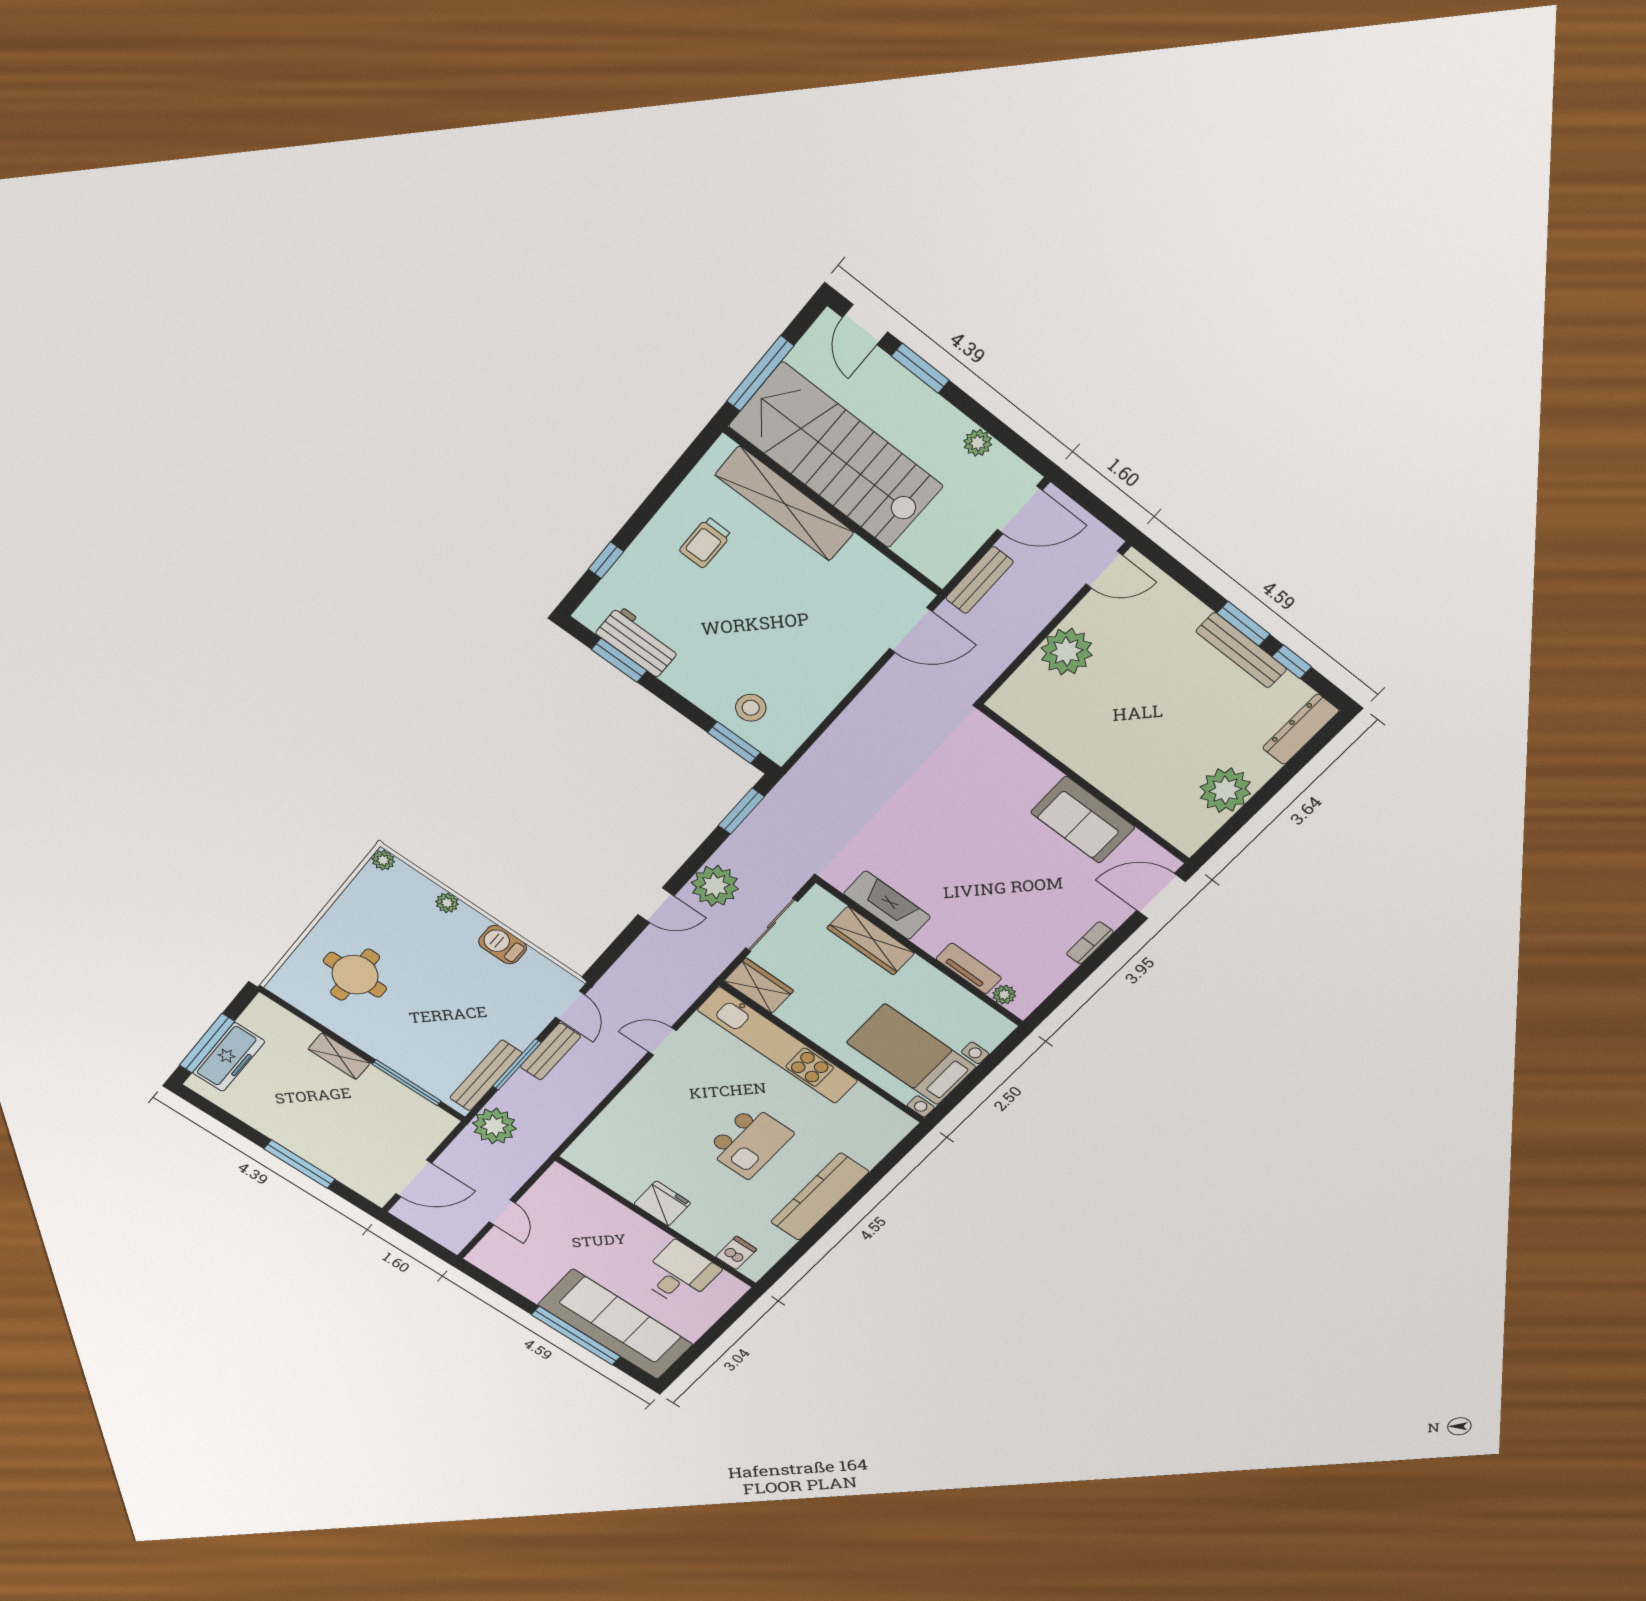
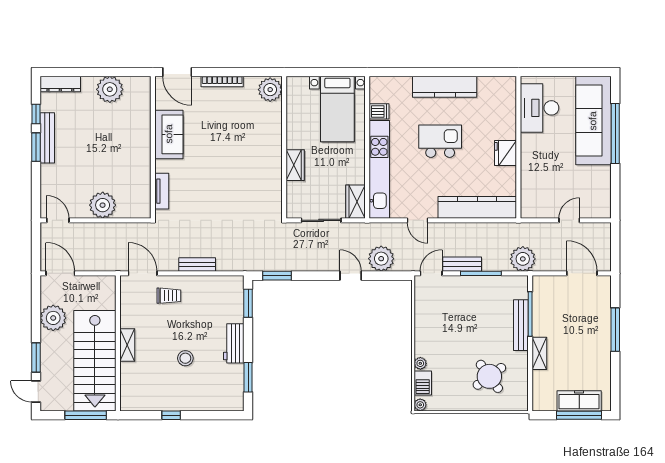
door: (865, 325) -> (36, 391), swing flipped
plant: (978, 443) -> (53, 318), width x1.87, depth x1.87
shelving: (785, 504) -> (127, 345), width x0.45, depth x0.75
trolley: (705, 543) -> (169, 296), moved
window: (606, 560) -> (171, 415), moved
bench: (979, 580) -> (197, 265), moved
workbench: (638, 641) -> (234, 343), moved
stool: (751, 708) -> (185, 358), moved
plant: (715, 886) -> (381, 259), moved
fireplace: (887, 905) -> (273, 180), removed
wardrobe: (871, 941) -> (295, 165), width x0.67
bookcase: (1090, 943) -> (222, 81), width x1.56
barbecue: (503, 945) -> (423, 383), moved
tv unit: (969, 968) -> (162, 191), moved, turned 180
round table: (355, 975) -> (489, 376), turned -36
plant: (1004, 995) -> (270, 90), width x1.88, depth x1.88
bench: (486, 1075) -> (521, 325), moved, turned 90
kitchen counter: (616, 1123) -> (477, 207), added
dishwasher: (736, 1253) -> (379, 111), moved, turned 180
desk: (679, 1274) -> (540, 108), width x1.37

